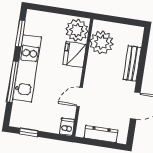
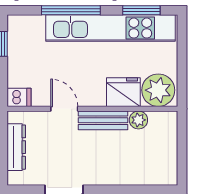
plant: (102, 42) -> (138, 120), width x0.53, depth x0.53
bench: (132, 63) -> (103, 120), moved
kitchen unit: (27, 68) -> (111, 28), width x1.36

